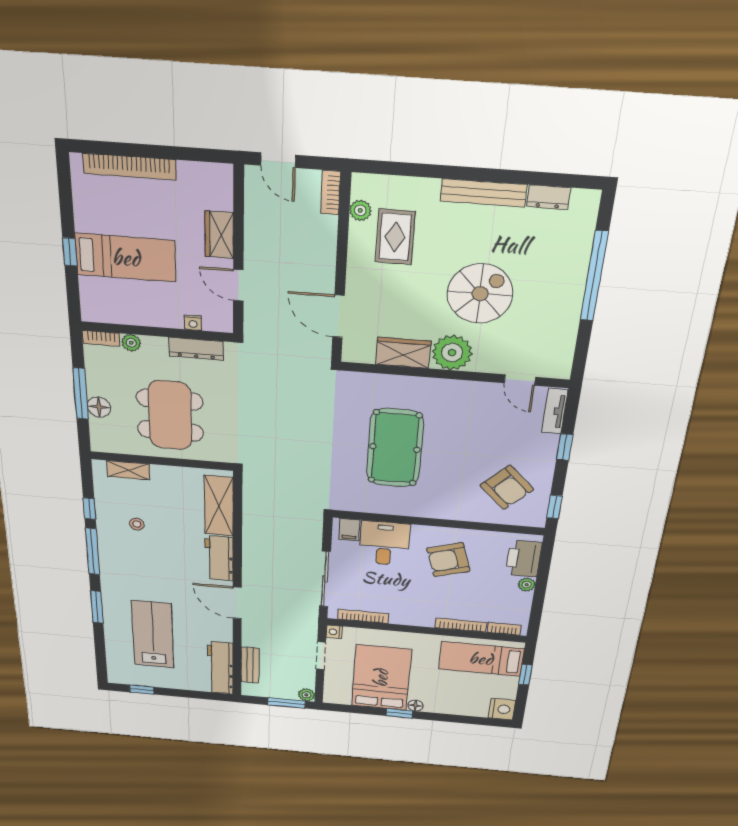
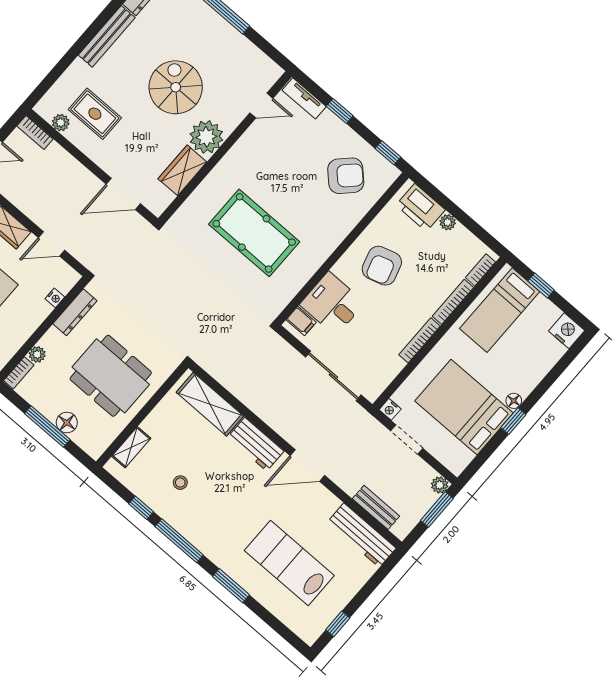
bookcase: (363, 616) -> (420, 340), moved

